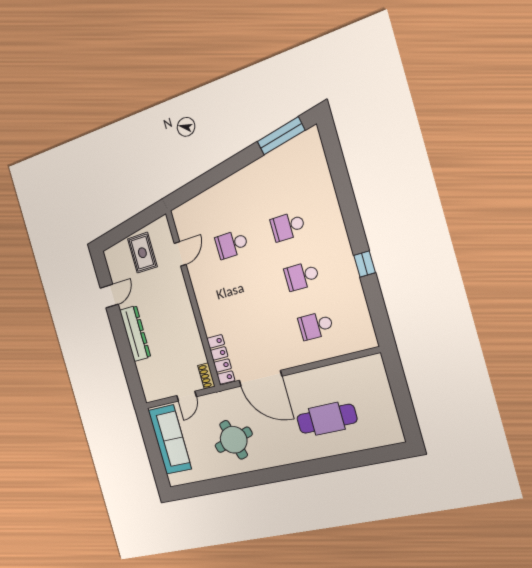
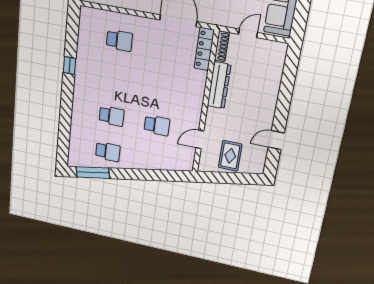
school desk: (302, 276) -> (108, 152), moved
dresser: (135, 333) -> (219, 85), moved, turned 180
shoe rack: (206, 376) -> (222, 46), width x1.43

